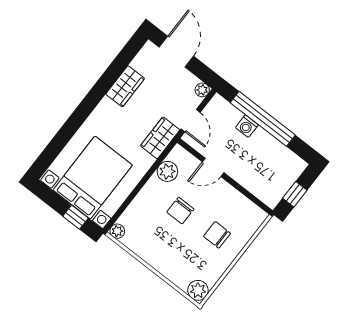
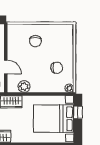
chair: (180, 211) -> (57, 68), moved
plant: (198, 290) -> (68, 30), removed

